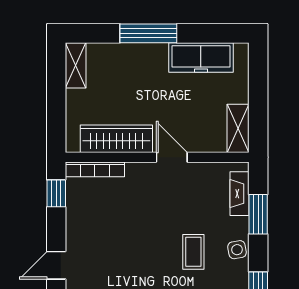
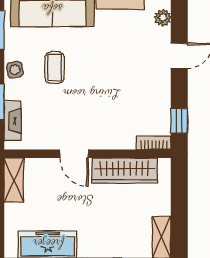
bookcase: (95, 169) -> (154, 143), width x0.64

